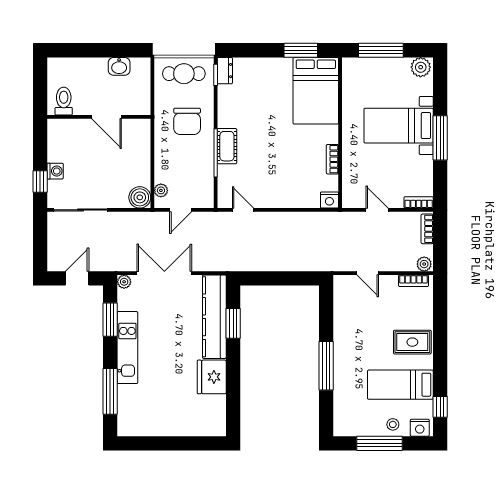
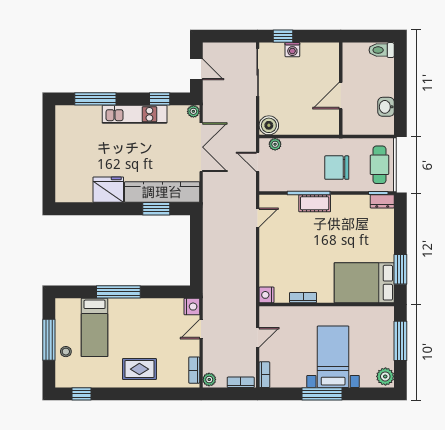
toilet: (64, 101) -> (382, 50), moved, turned 180
window: (110, 320) -> (160, 99), width x0.67
rug: (412, 342) -> (139, 369), turned 90
bed: (400, 385) -> (95, 327), moved, turned 180
nightstand: (420, 428) -> (192, 307), moved, turned 180

